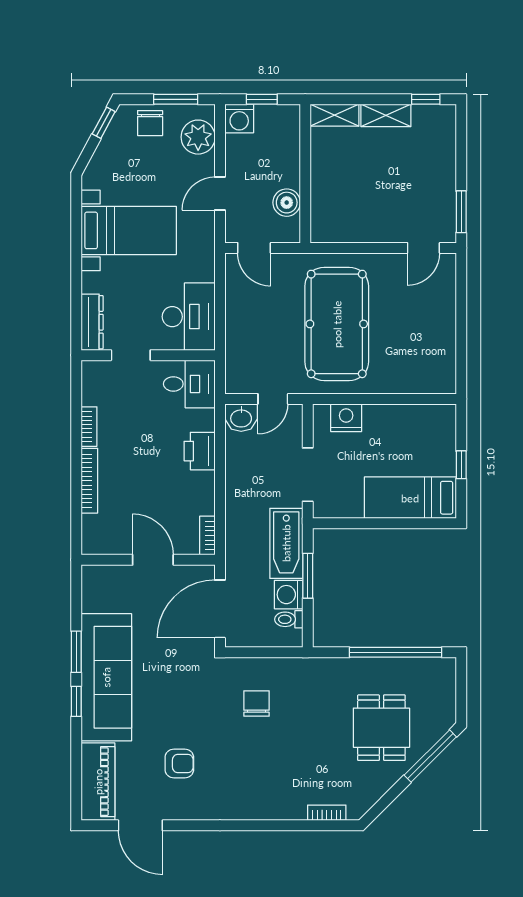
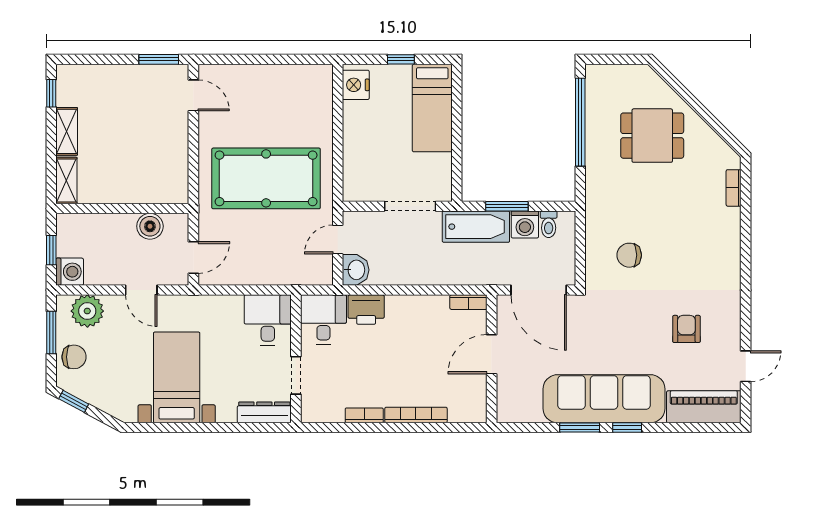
desk: (189, 317) -> (268, 320), width x0.73
door: (273, 399) -> (338, 239), swing flipped
nightstand: (346, 418) -> (356, 85), moved
printer: (200, 451) -> (366, 310), moved
window: (430, 756) -> (679, 89), removed
door: (140, 825) -> (746, 366), width x0.73

